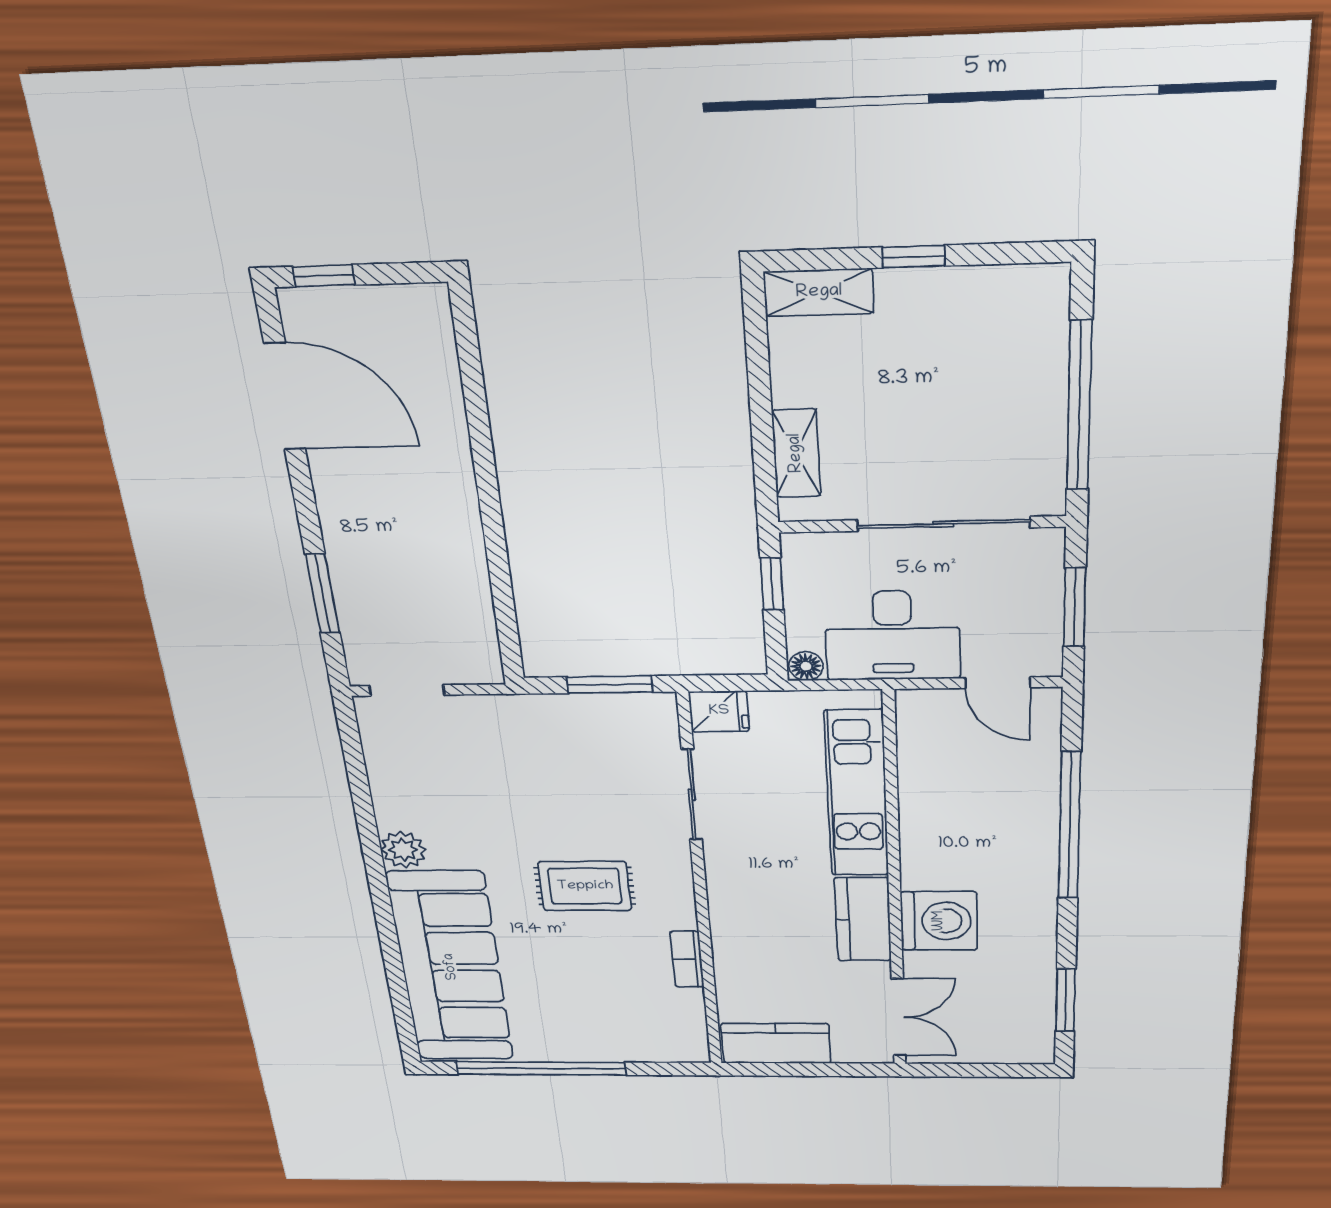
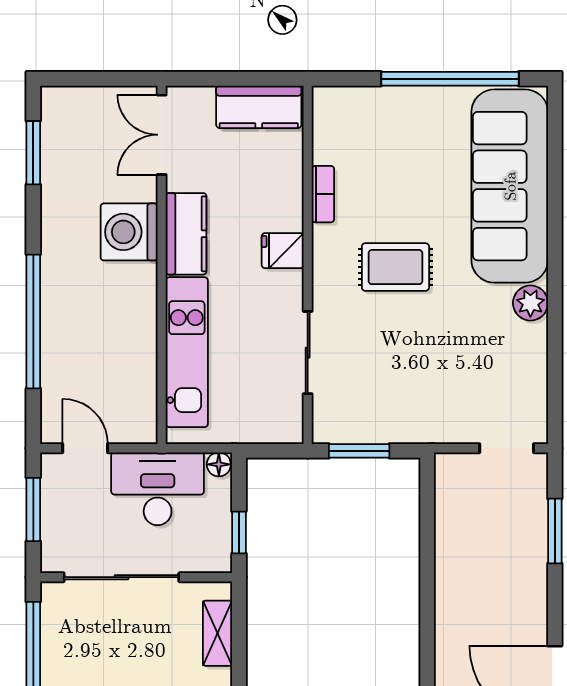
fridge: (719, 711) -> (283, 251), moved

